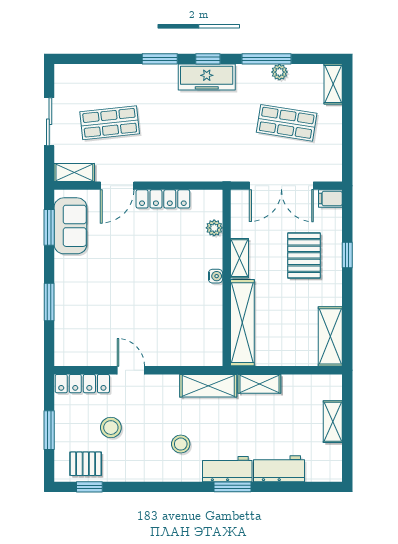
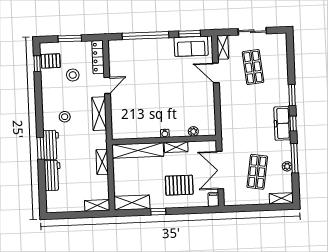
locker: (163, 199) -> (209, 100), removed
window: (347, 255) -> (158, 212), moved
window: (49, 302) -> (146, 35), width x2.11
shelving: (208, 386) -> (99, 114), moved
shelving: (333, 422) -> (97, 205), moved
pallet: (86, 464) -> (51, 61), turned 90

